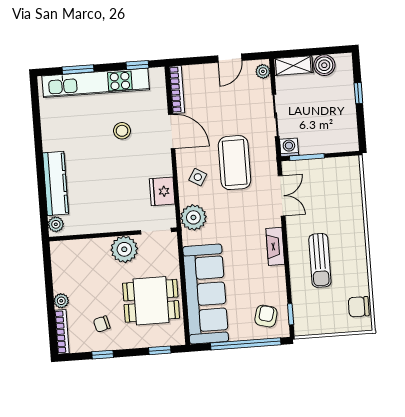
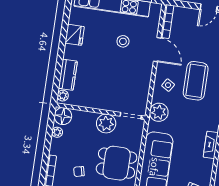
kitchen counter: (56, 183) -> (68, 75), width x0.67
fridge: (162, 191) -> (75, 35), moved, turned 180
floor lamp: (62, 253) -> (63, 116), added
plant: (61, 301) -> (57, 132), moved

